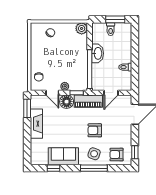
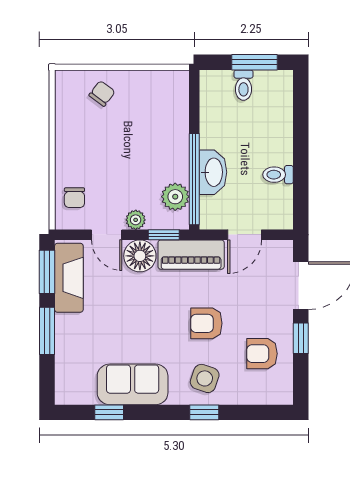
plant: (82, 28) -> (175, 197), moved
washbasin: (98, 53) -> (213, 172), moved
fireplace: (36, 124) -> (69, 278), moved
window: (27, 134) -> (47, 331), added
window: (135, 152) -> (301, 338), moved
armchair: (117, 155) -> (262, 354), moved
window: (94, 168) -> (204, 412), width x0.46

